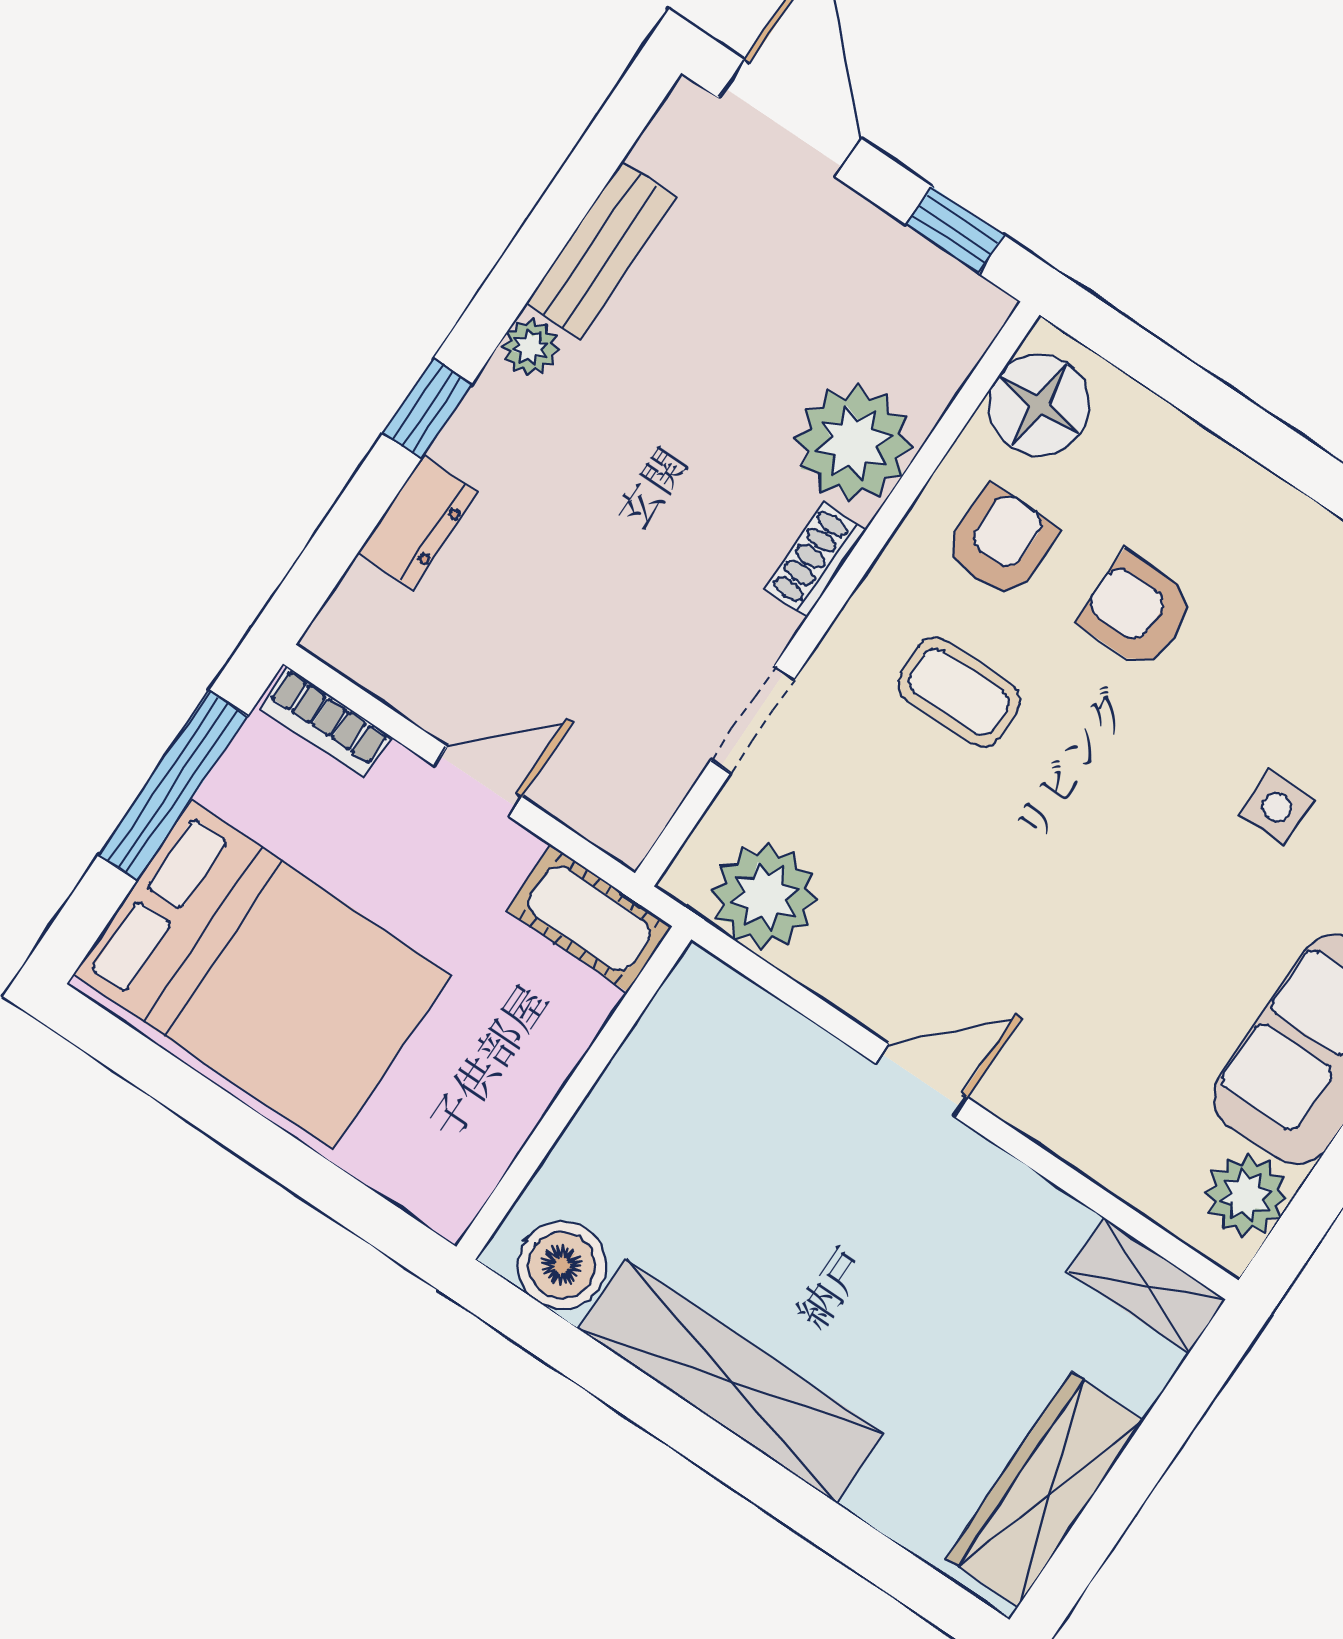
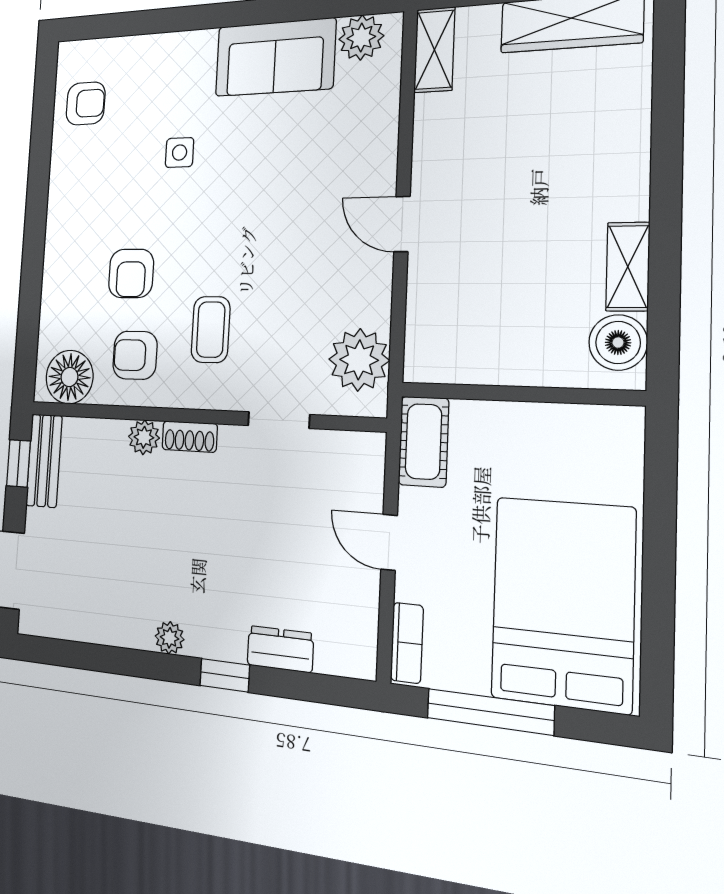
bench: (601, 250) -> (44, 461), moved, turned 90
plant: (854, 443) -> (144, 437), width x0.53, depth x0.53
shelving: (731, 1381) -> (628, 267), width x0.45, depth x0.75

